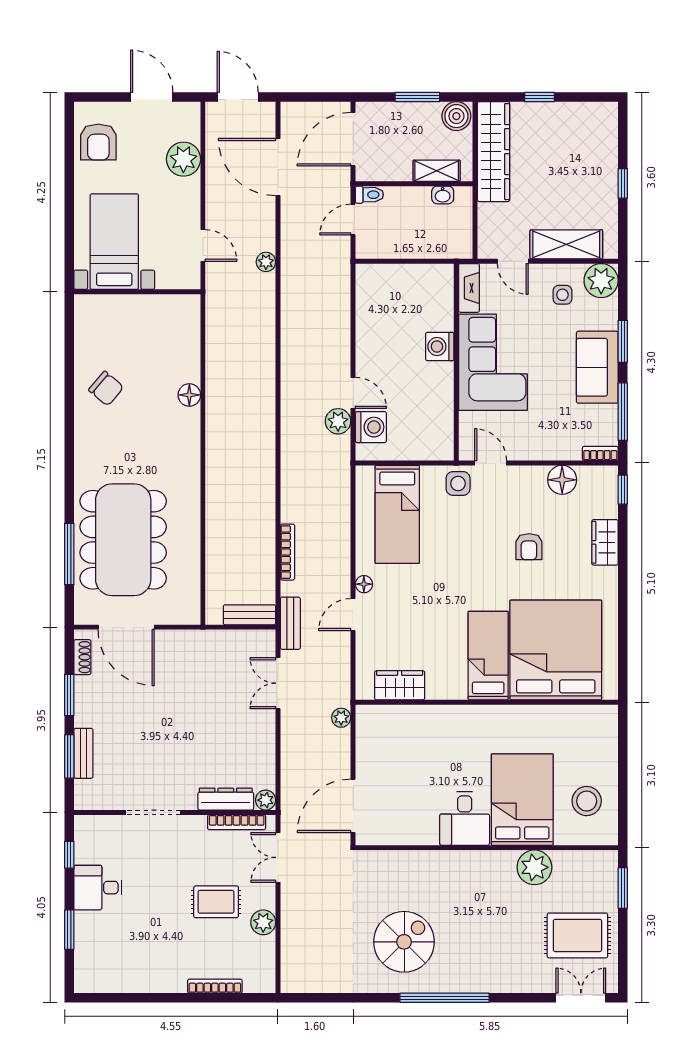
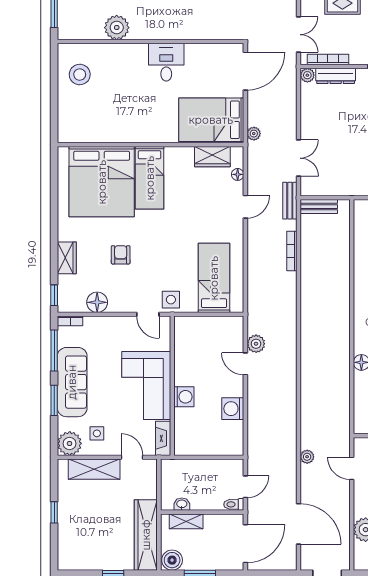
sofa: (597, 367) -> (72, 382), width x1.36
washing machine: (371, 427) -> (233, 409), moved
floor lamp: (364, 584) -> (238, 174), moved
bed: (522, 800) -> (211, 120), moved, turned 90

